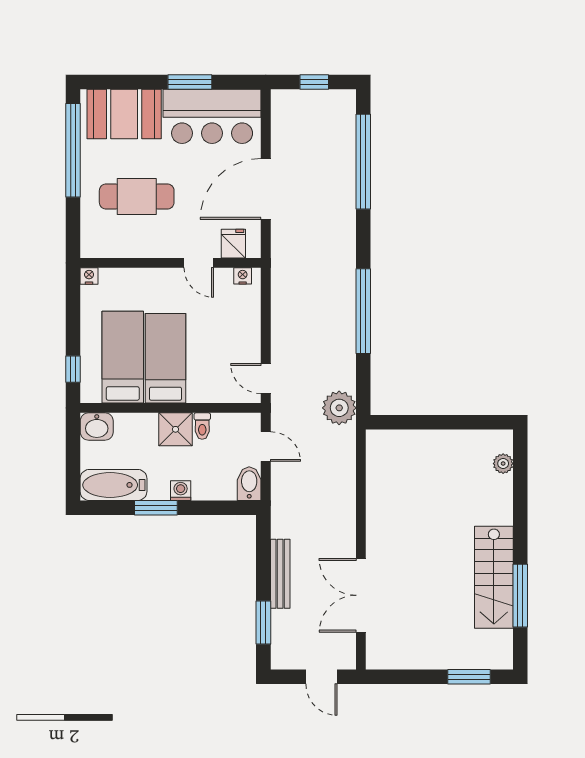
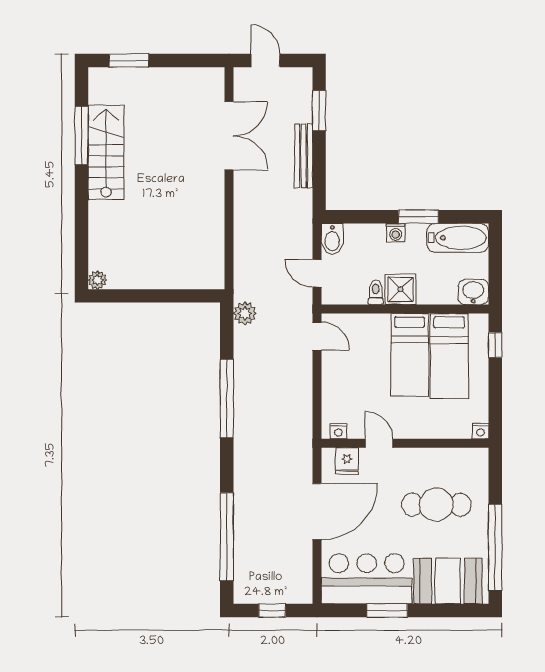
plant: (339, 408) -> (245, 313), width x0.73, depth x0.73
plant: (503, 464) -> (97, 280), moved

